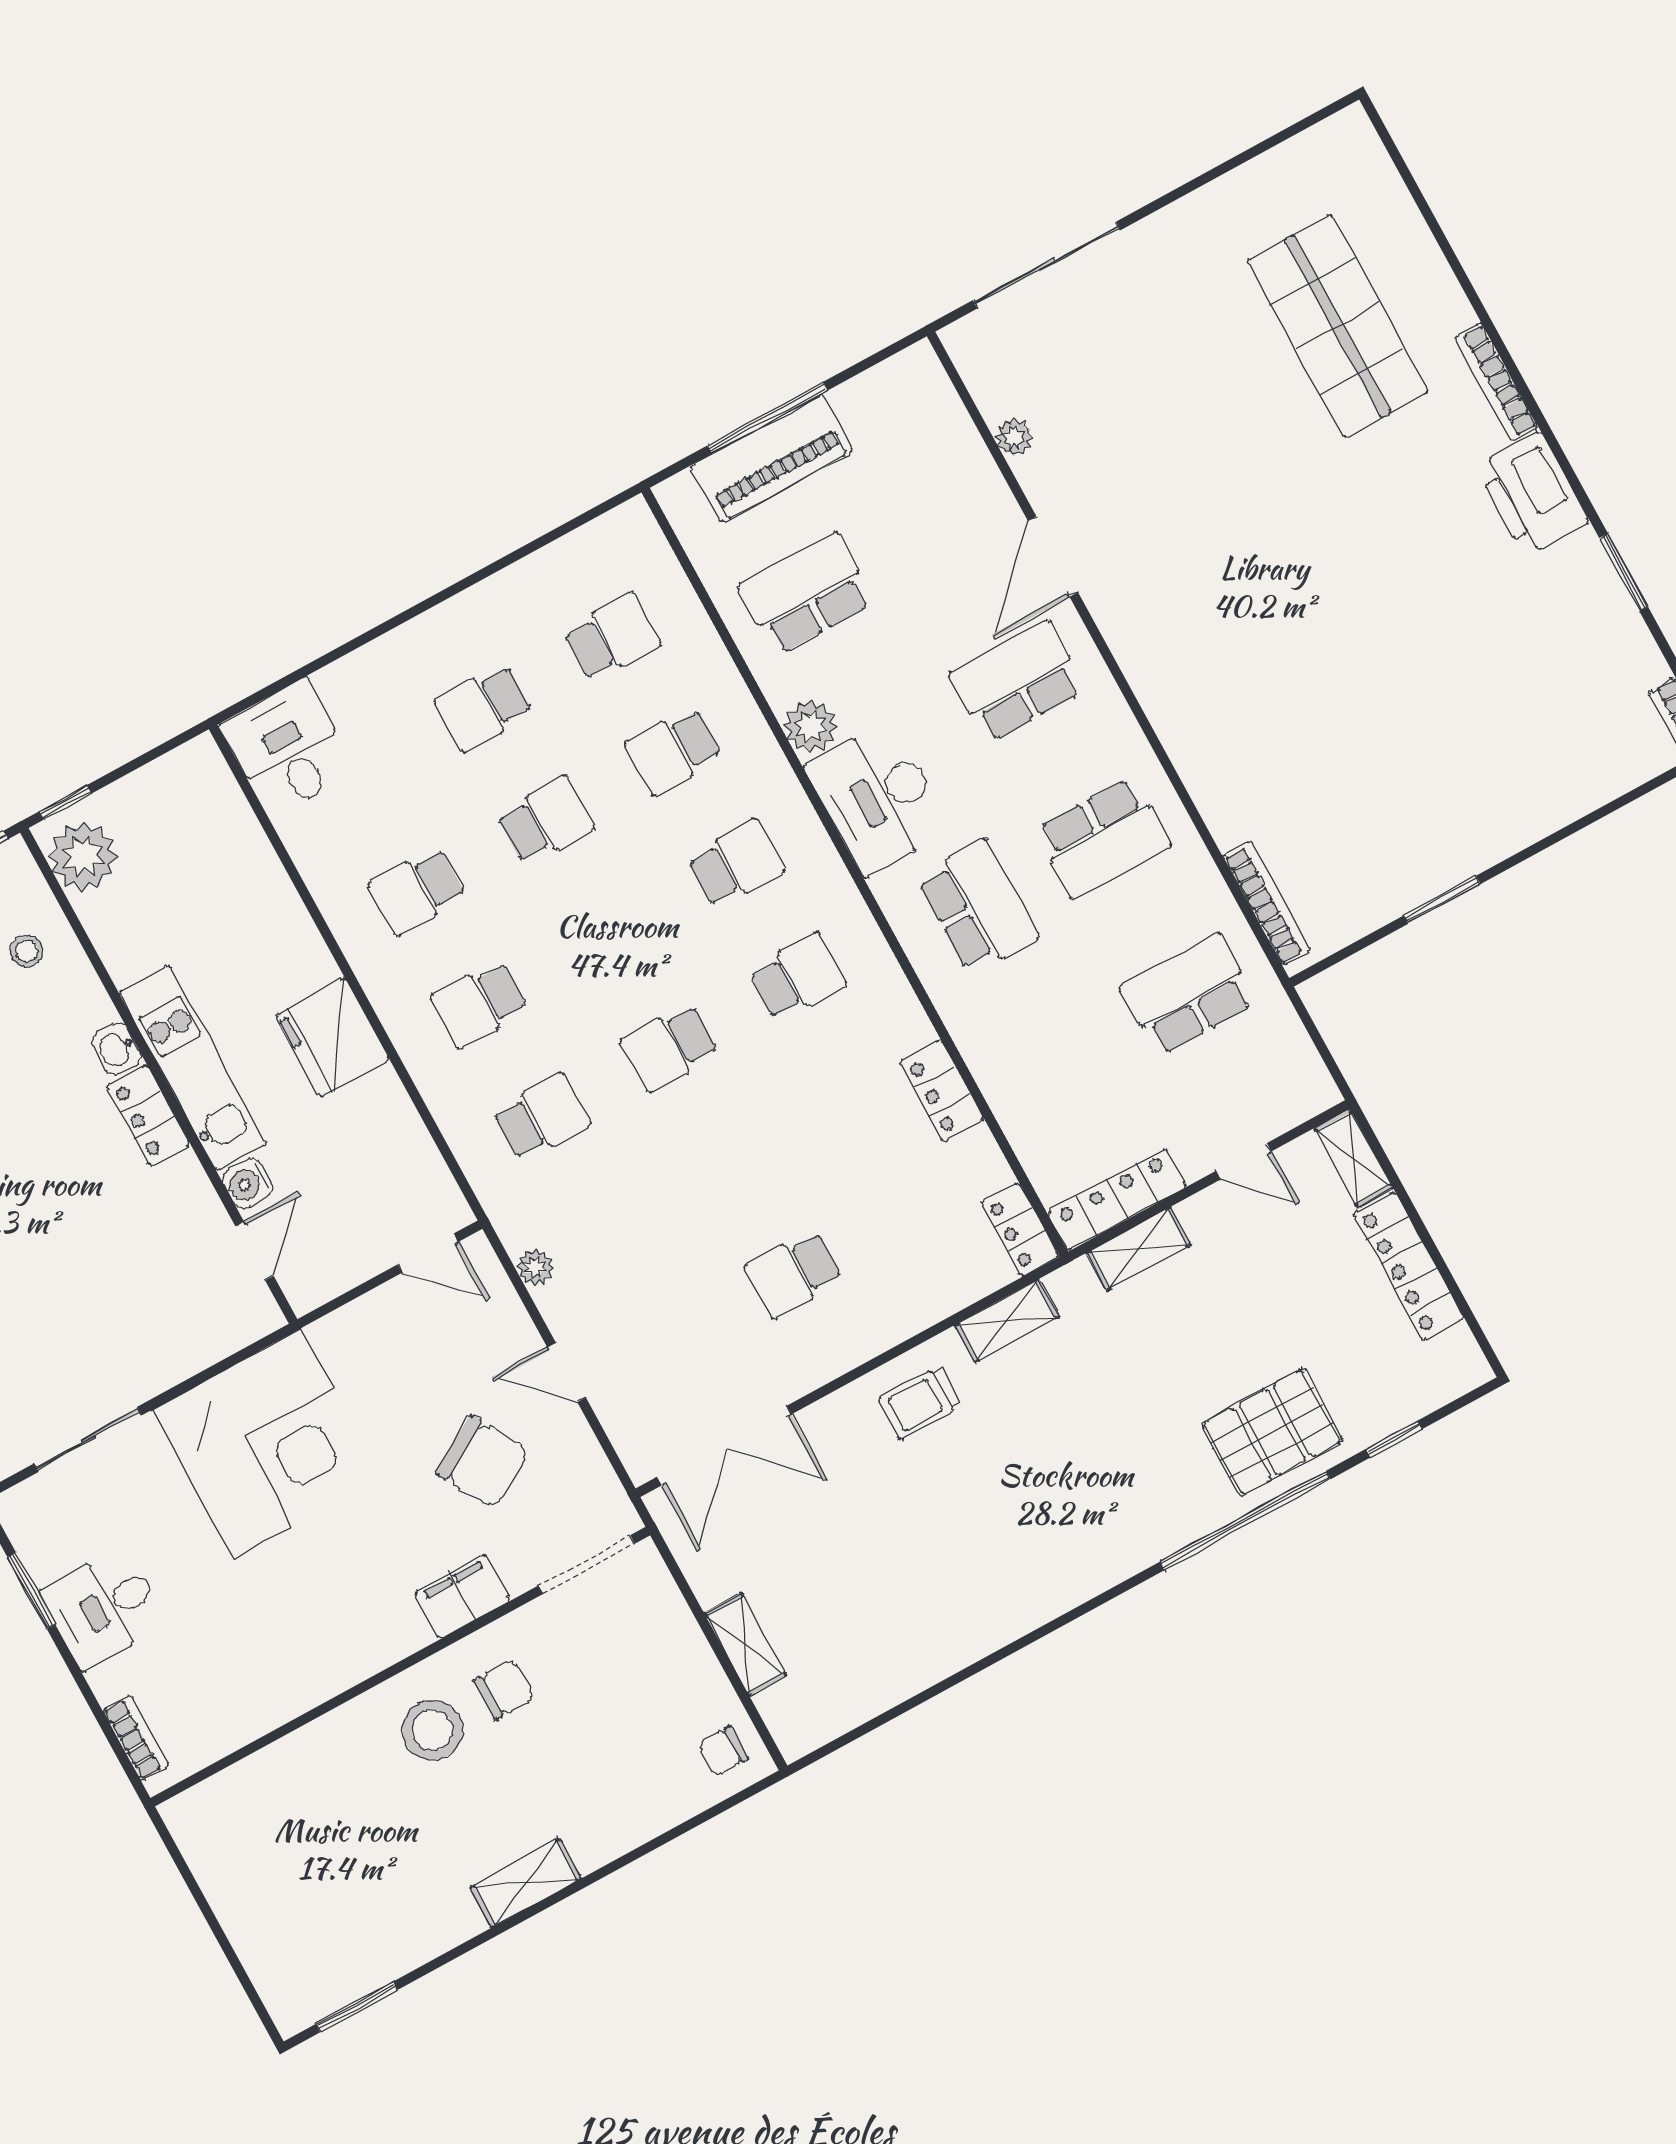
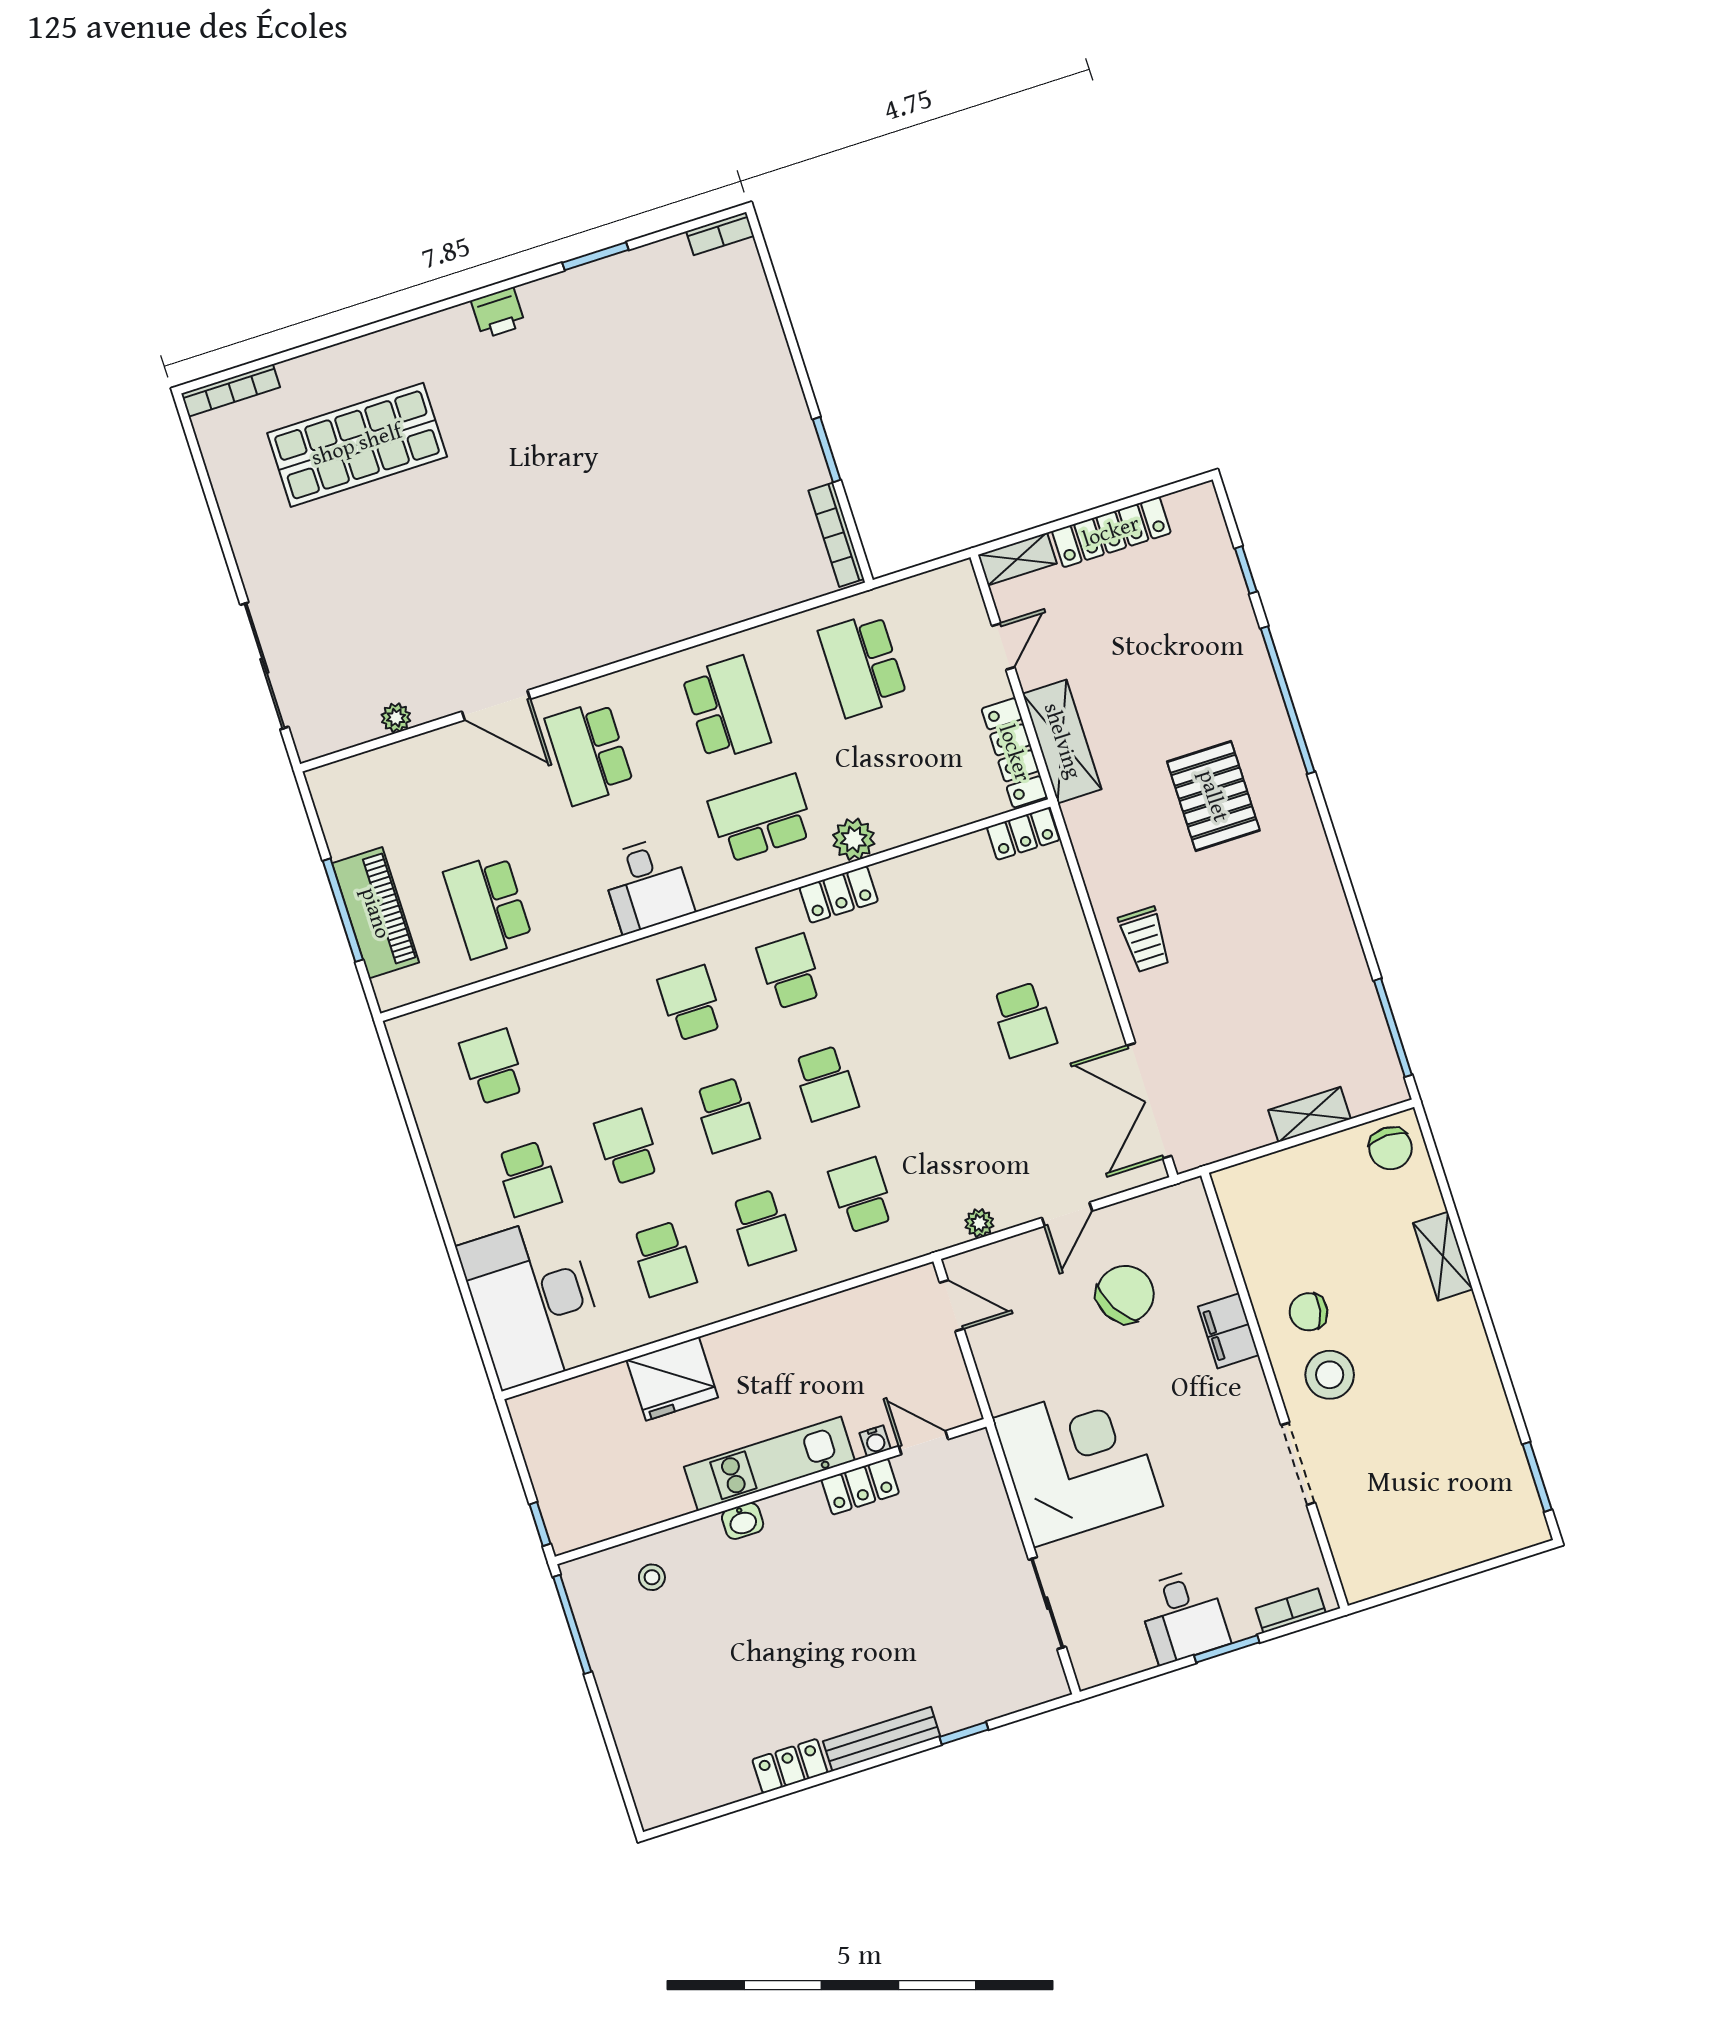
bookcase: (1497, 382) -> (231, 390), moved
printer: (1533, 494) -> (498, 313), width x0.53, depth x0.68
plant: (810, 726) -> (854, 839), moved
desk: (288, 748) -> (533, 1301), width x1.87, depth x1.30
school desk: (673, 751) -> (727, 1115), moved
desk: (878, 798) -> (647, 885), width x0.73
plant: (83, 856) -> (585, 1518), removed
bookcase: (1267, 904) -> (836, 535), moved, turned -90
fridge: (332, 1038) -> (672, 1379), moved
locker: (942, 1091) -> (839, 894), moved
locker: (148, 1115) -> (860, 1487), moved
water cooler: (248, 1183) -> (875, 1441), width x0.72, depth x0.72
shelving: (1138, 1249) -> (1062, 741), width x1.50, depth x1.33
door: (428, 1253) -> (952, 1306), hinge flipped
shelving: (1007, 1321) -> (1093, 858), removed
pallet: (1272, 1432) -> (1213, 796), moved
double door: (724, 1446) -> (1149, 1101), swing flipped
doorway: (586, 1565) -> (1298, 1464), moved
window: (31, 1591) -> (1227, 1649), moved
chair: (504, 1689) -> (1308, 1312), turned -79
window: (870, 1726) -> (1393, 1028), added
chair: (723, 1751) -> (1390, 1148), width x1.37, depth x1.37
shelving: (526, 1883) -> (1443, 1256), moved

